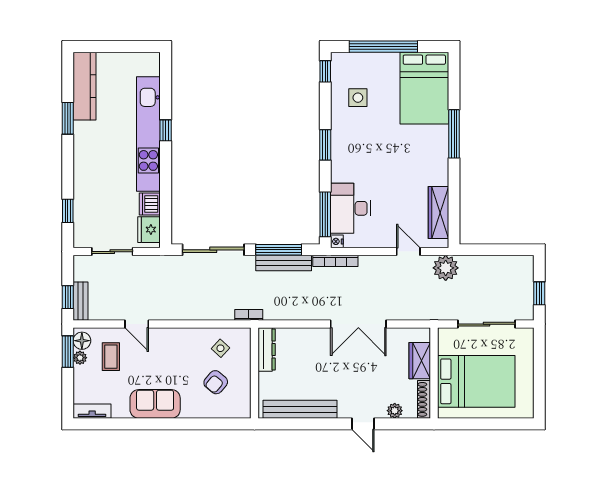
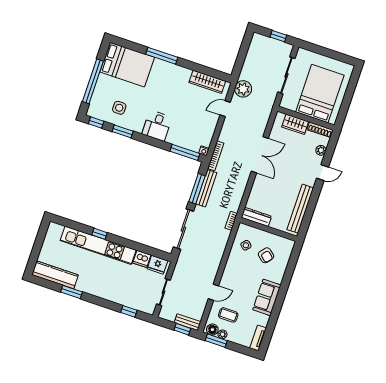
window: (325, 145) -> (123, 131), moved
desk: (350, 208) -> (157, 126), moved, width x0.73

